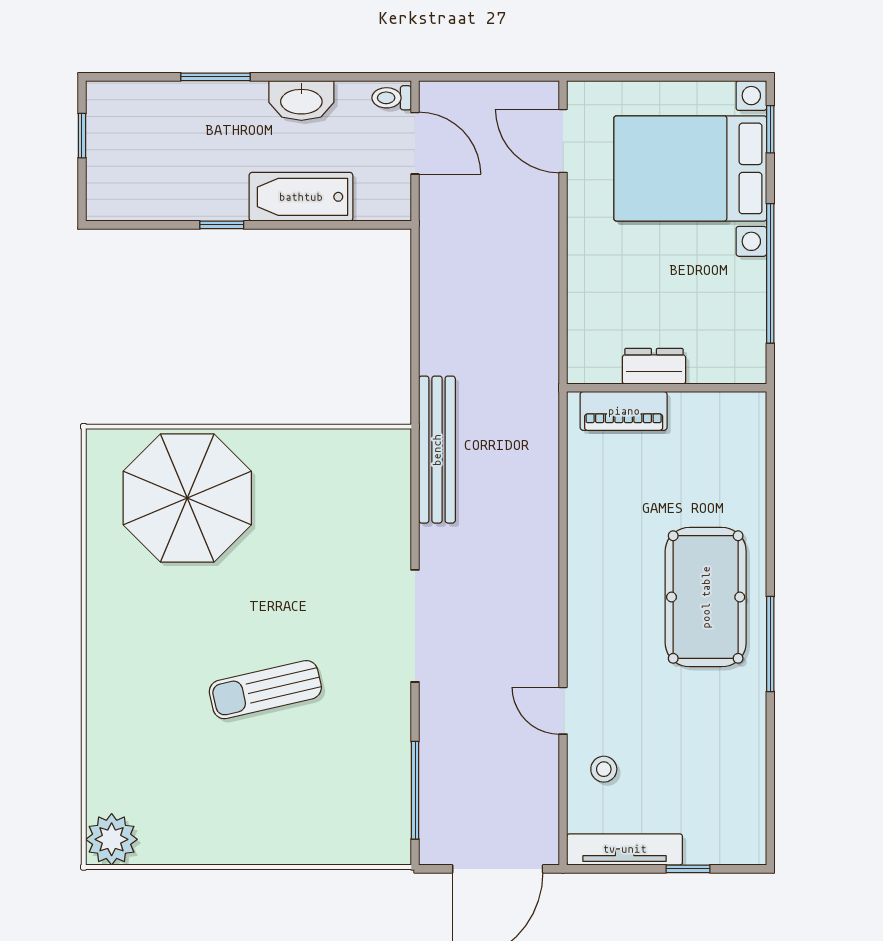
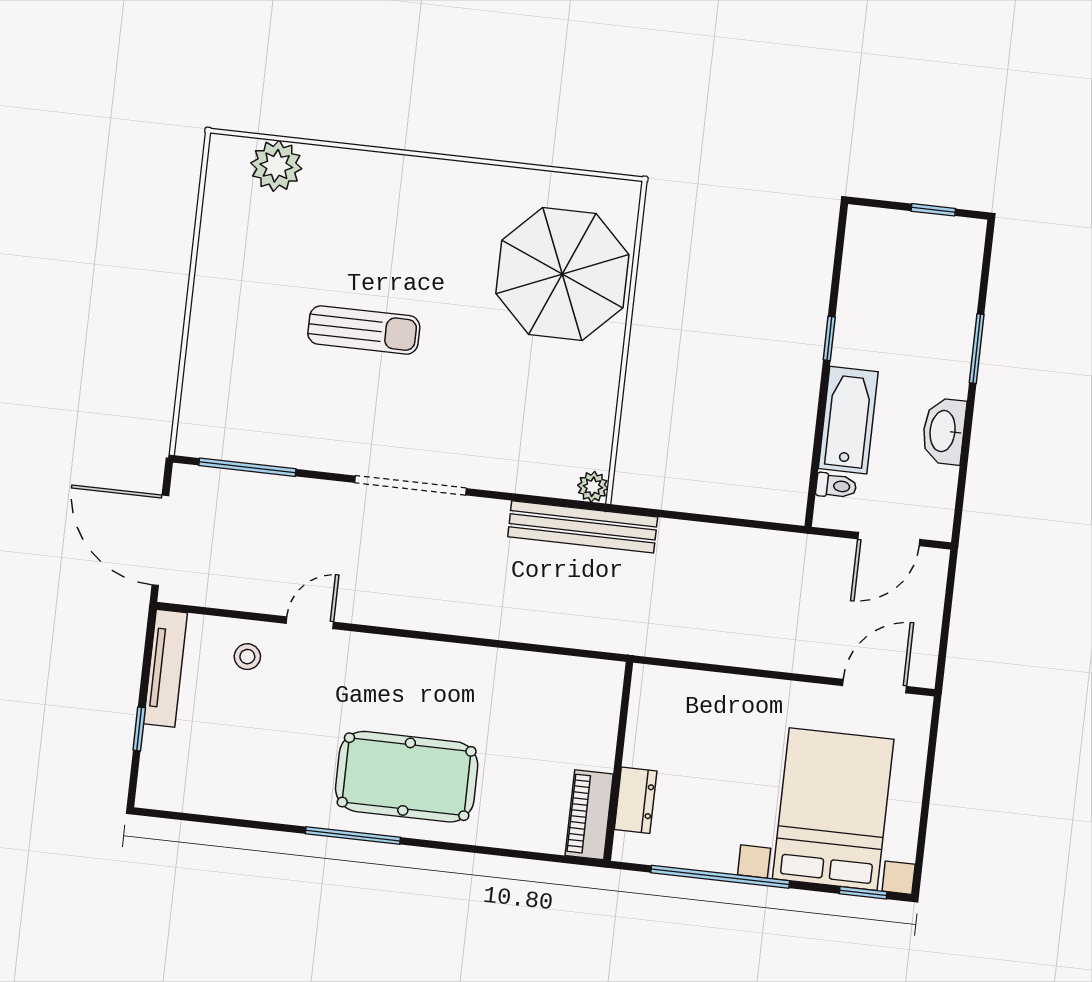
toilet: (392, 98) -> (836, 486), moved, turned 90
dresser: (654, 366) -> (636, 800), moved
piano: (624, 411) -> (589, 815), moved
plant: (396, 444) -> (593, 487), added
sun lounger: (265, 690) -> (364, 330), turned 103
plant: (112, 839) -> (276, 166), moved

